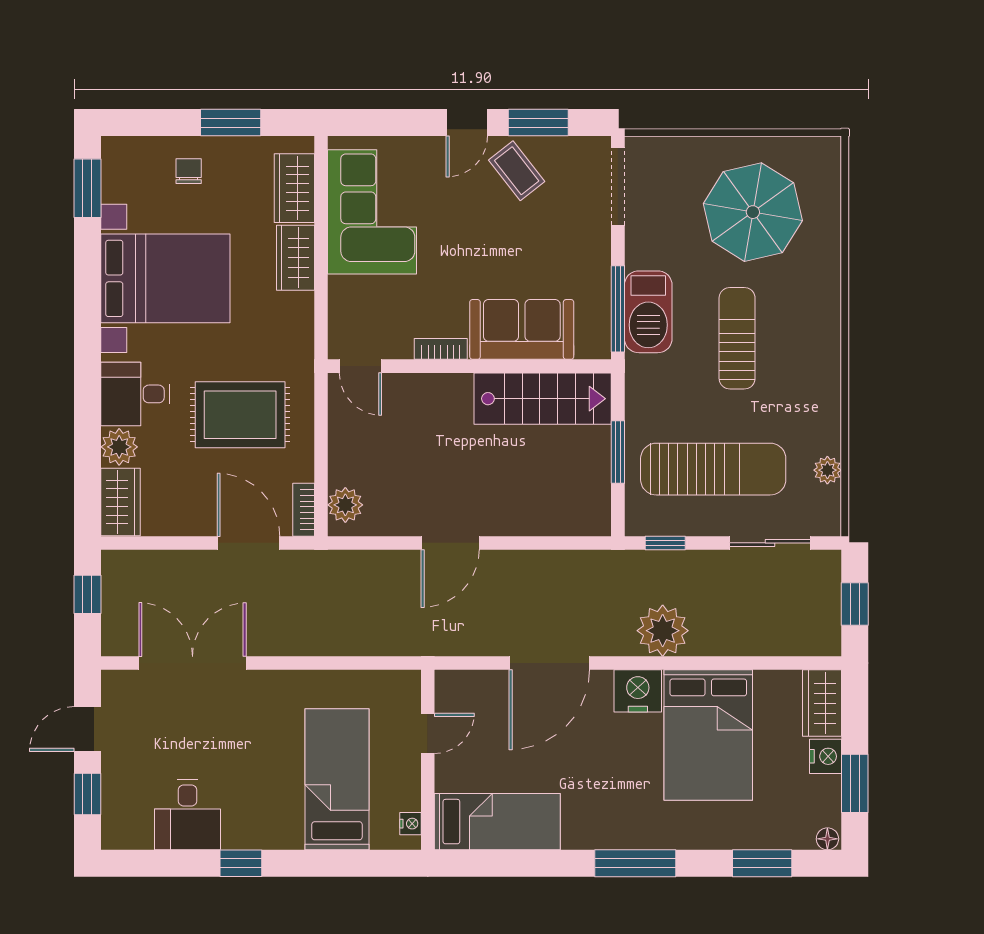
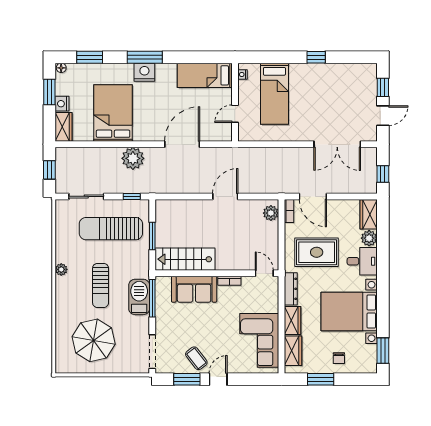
dresser: (300, 330) -> (291, 289), added
plant: (827, 470) -> (61, 269), moved
nightstand: (638, 691) -> (144, 72), moved, turned 180
desk: (188, 815) -> (339, 78), removed

